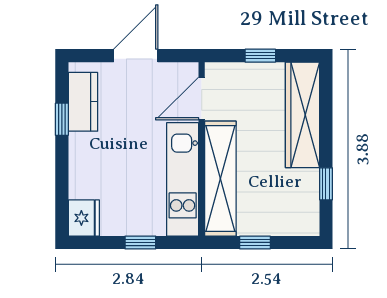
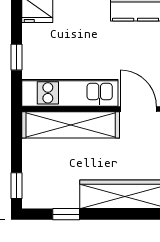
window: (255, 242) -> (17, 186), moved

